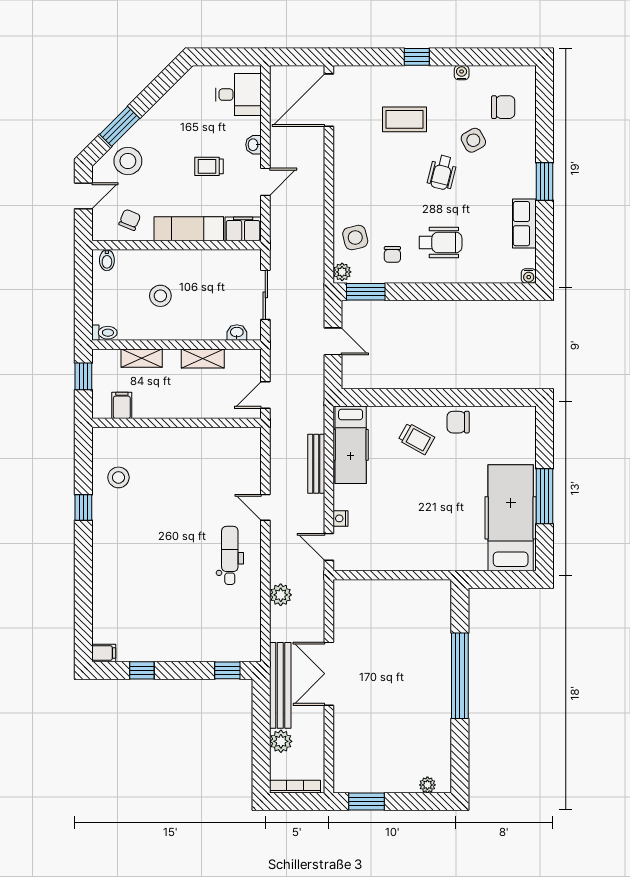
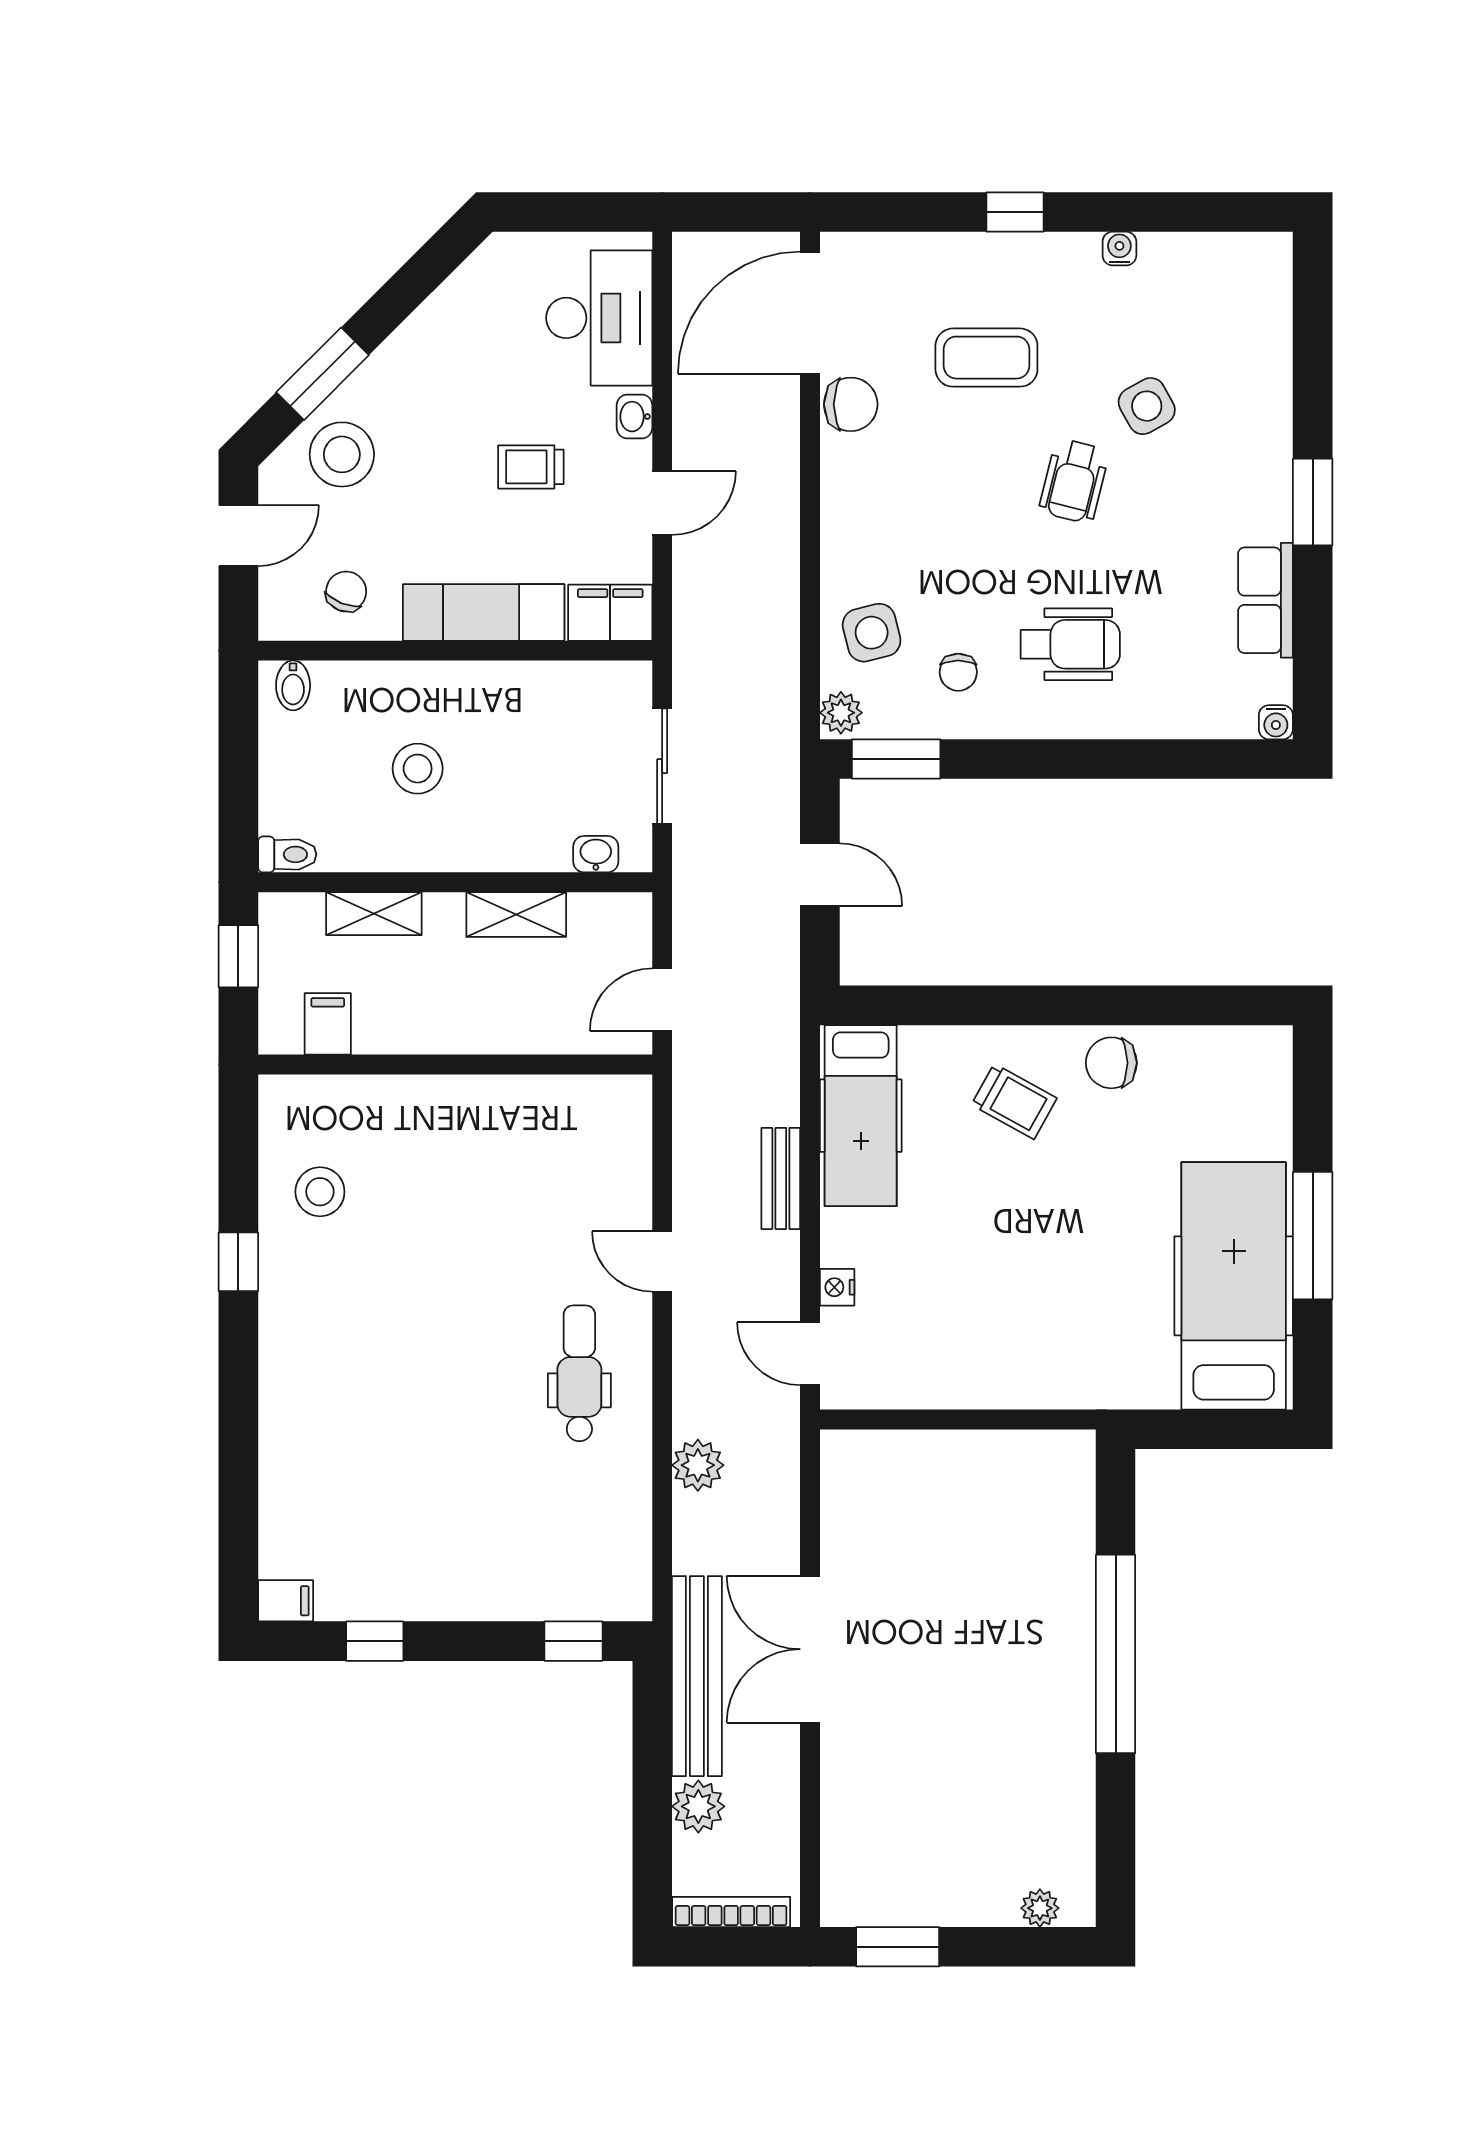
desk: (238, 95) -> (599, 318), width x1.37
chair: (503, 107) -> (851, 404), moved
bench: (316, 464) -> (781, 1178), width x0.73

